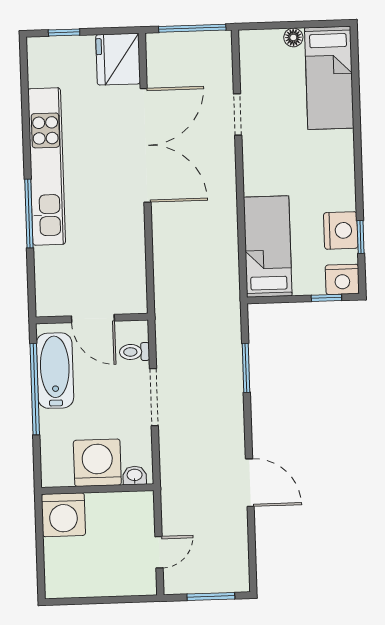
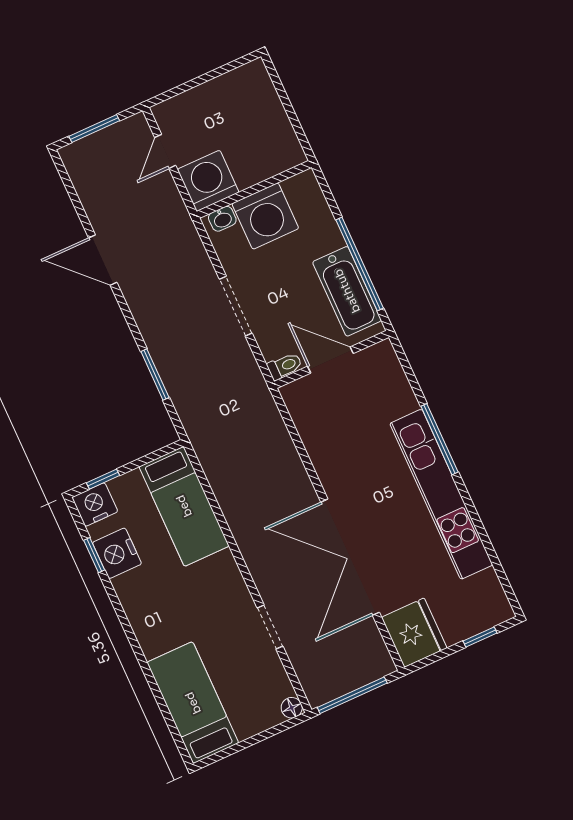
floor lamp: (293, 37) -> (292, 708), moved
toilet: (134, 352) -> (285, 366), moved
washing machine: (63, 515) -> (208, 181), moved

